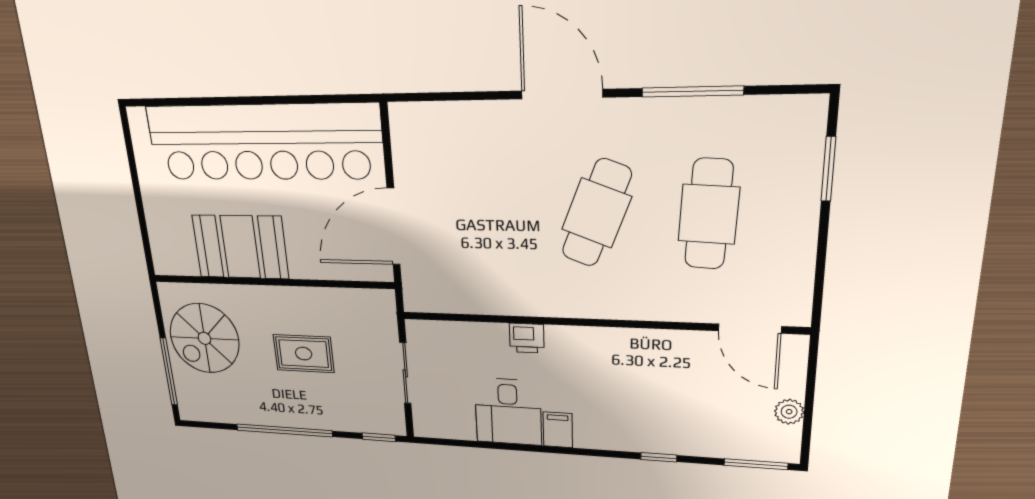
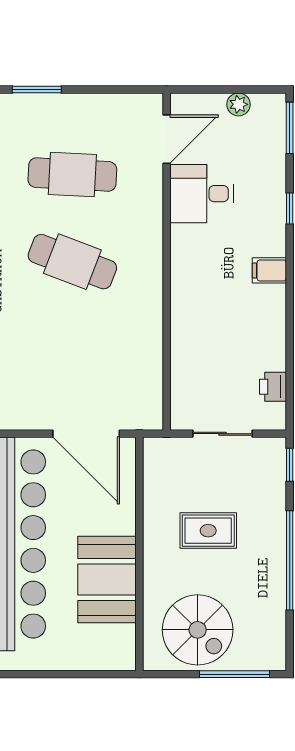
printer: (527, 338) -> (273, 387), moved, turned 180
rug: (304, 354) -> (208, 531), turned 90
desk: (508, 412) -> (202, 194), moved, turned 180
filing cabinet: (558, 430) -> (269, 270), moved

